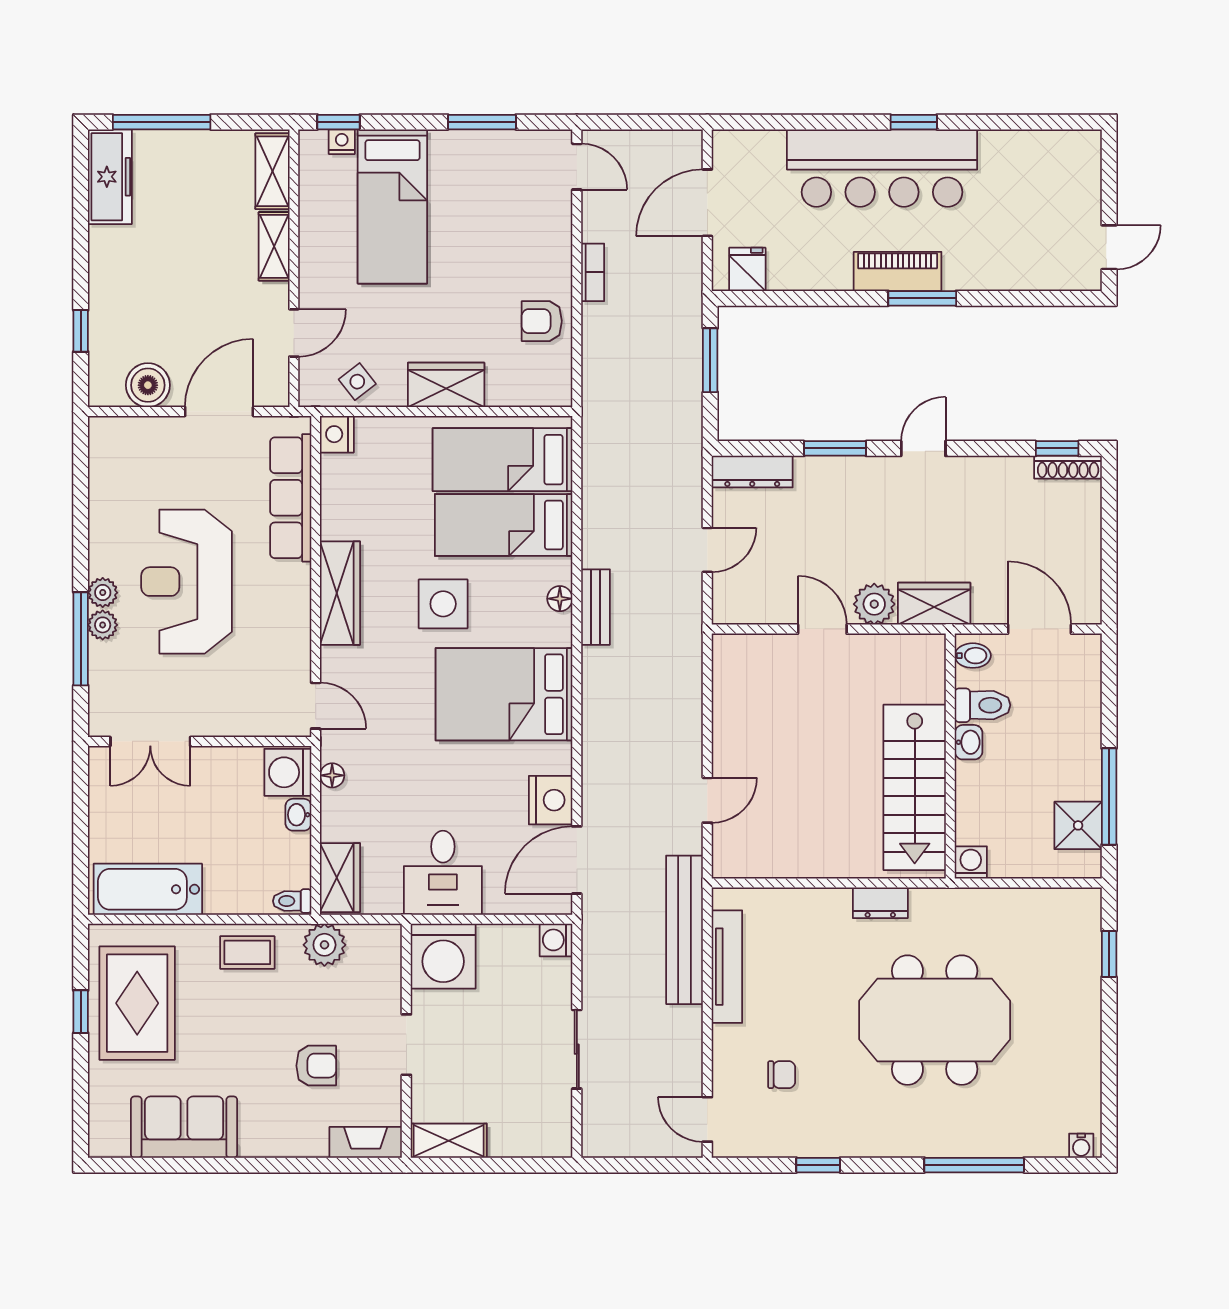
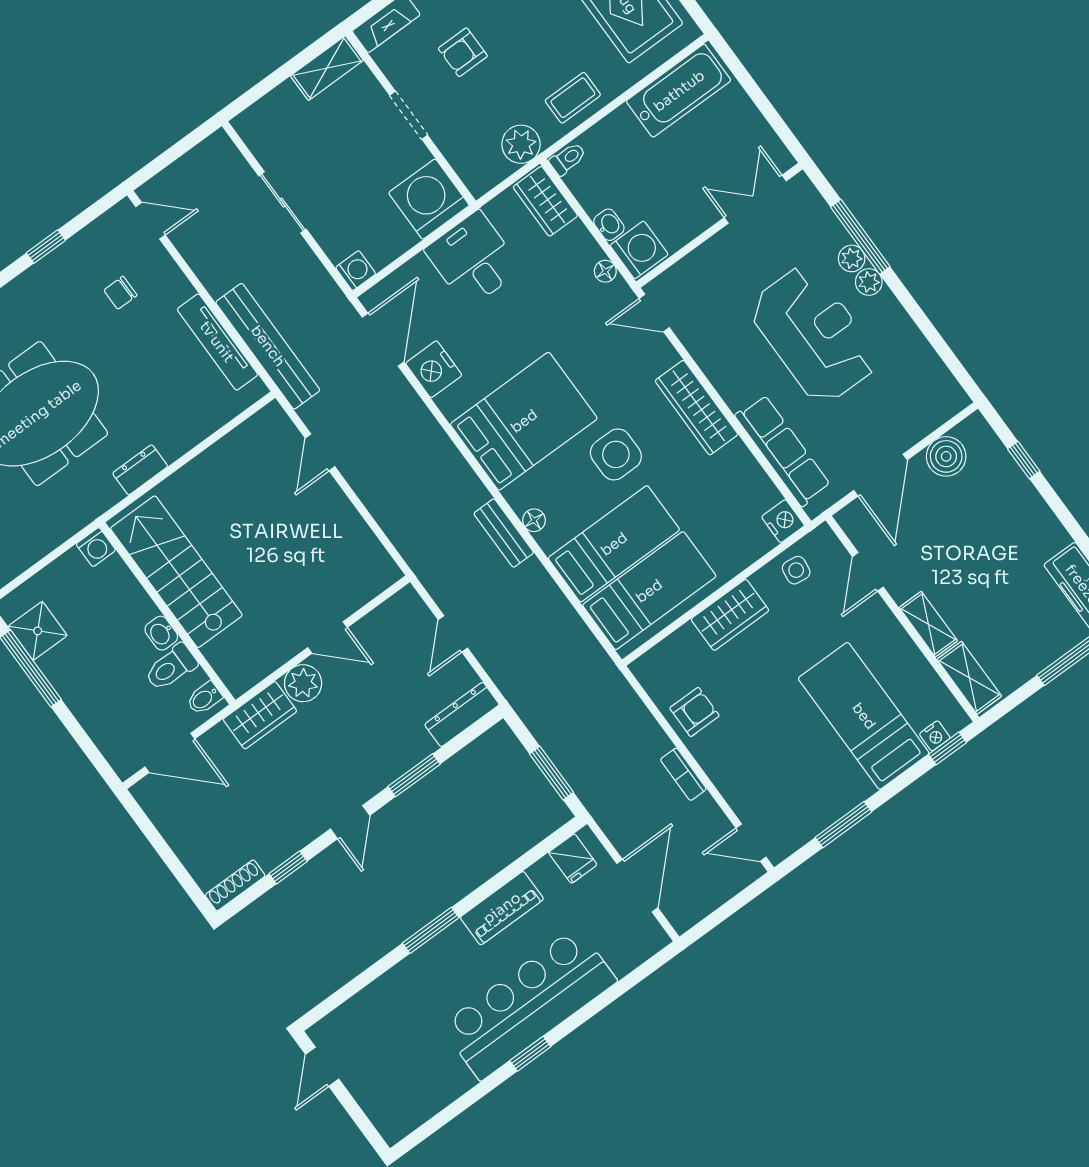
piano: (898, 271) -> (502, 908), moved
side table: (357, 382) -> (796, 570), turned 45
window: (1057, 448) -> (288, 867), moved

